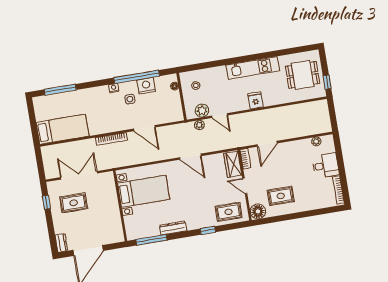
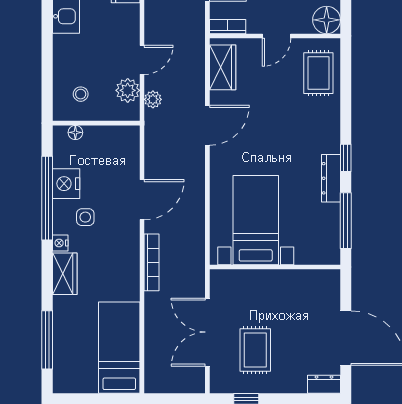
wardrobe: (97, 93) -> (65, 274), added
wardrobe: (233, 164) -> (223, 67), moved, turned -90
window: (208, 230) -> (346, 158), moved

